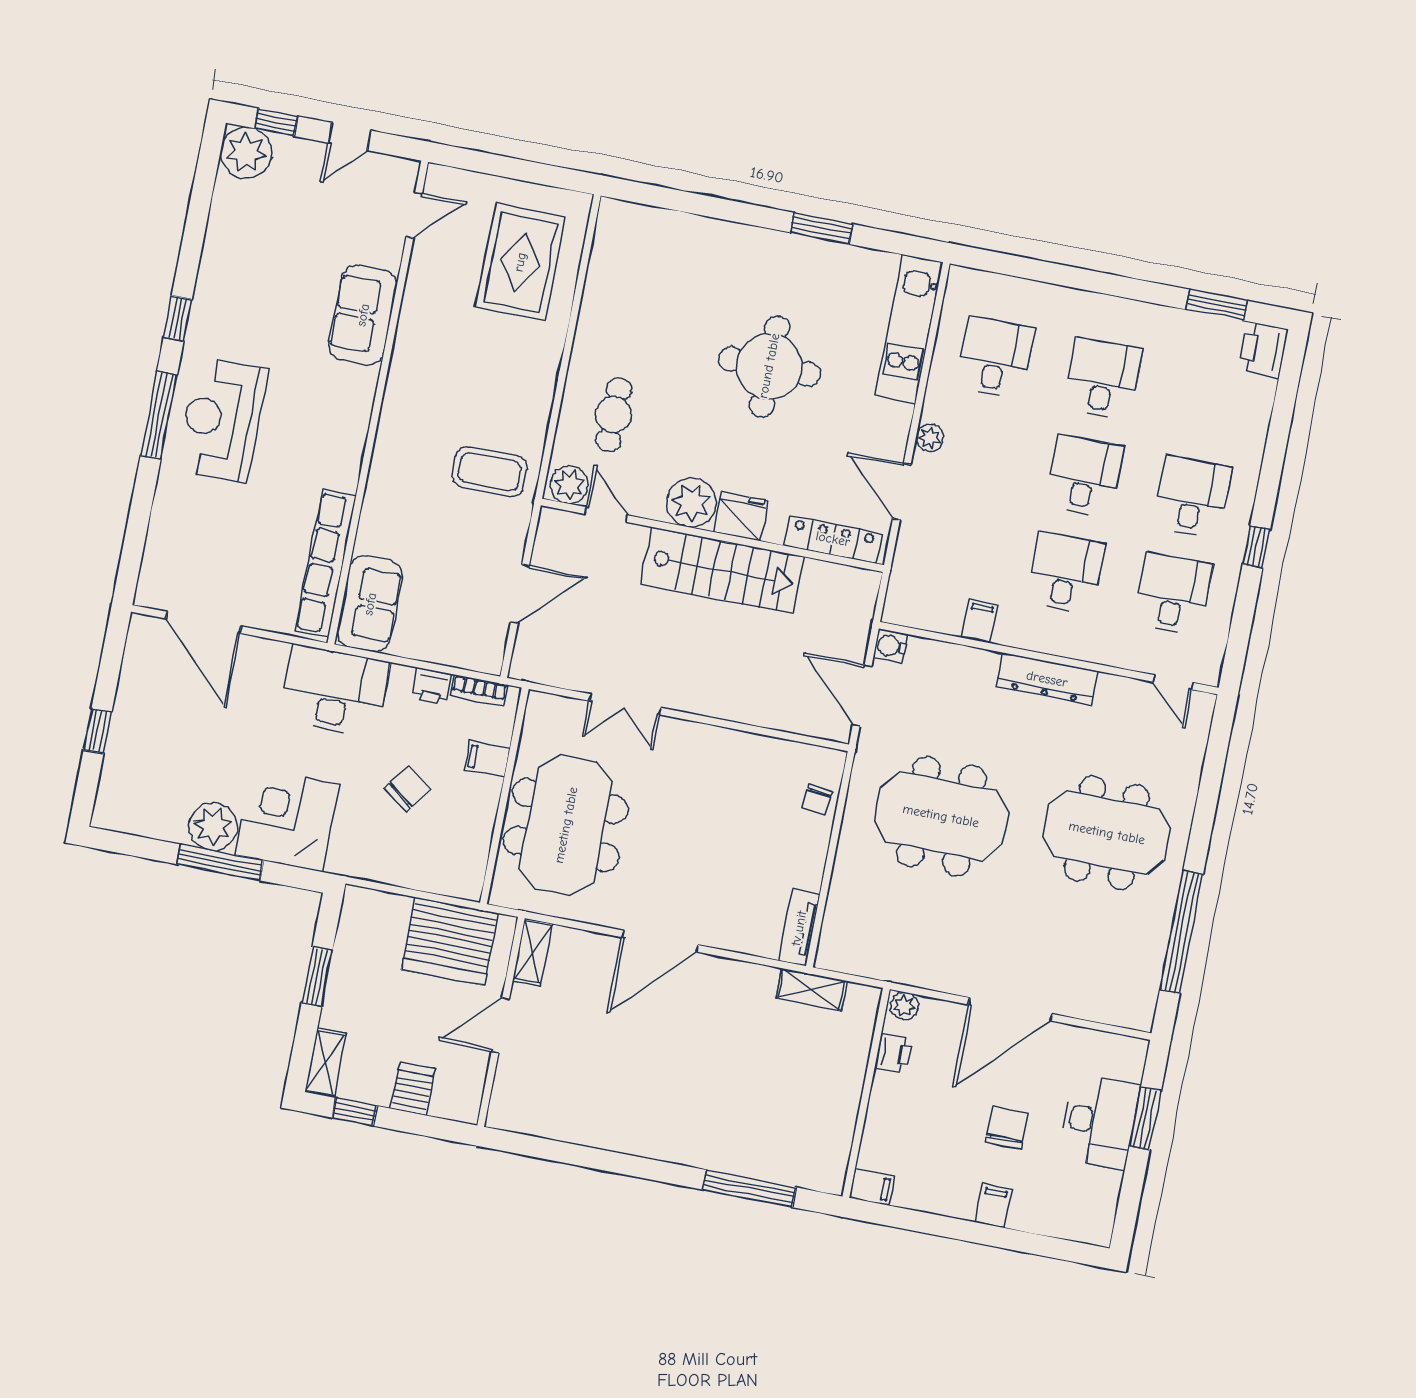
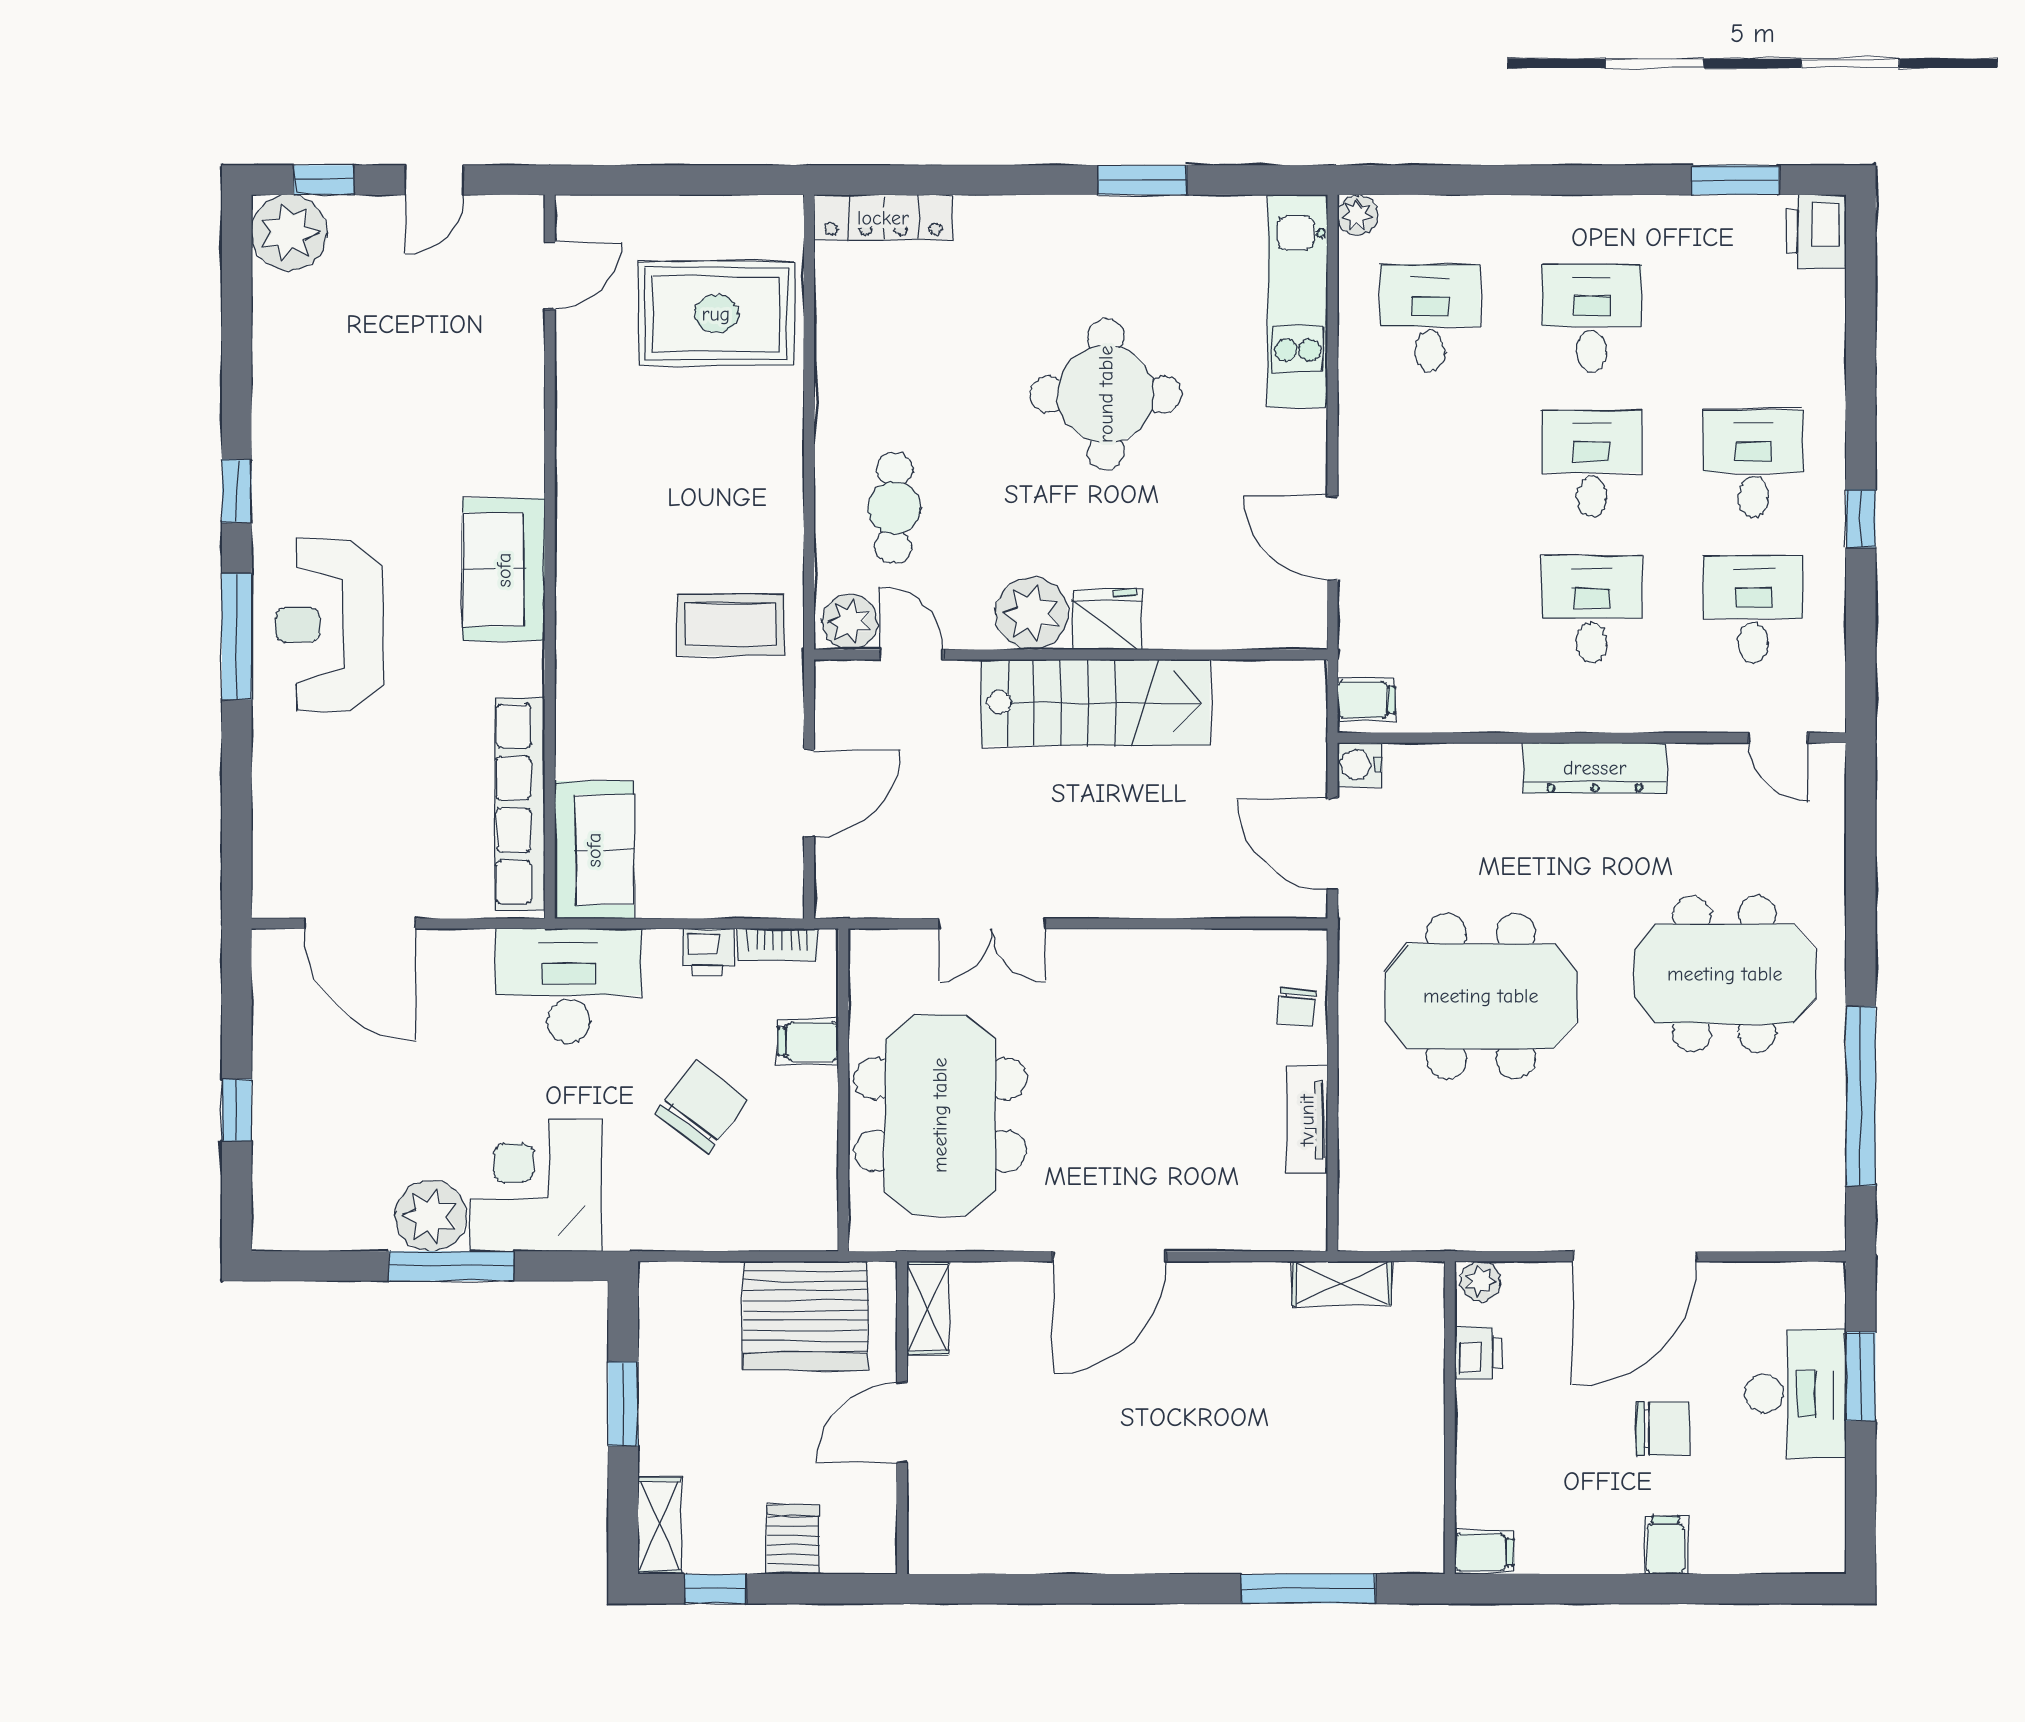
rug: (520, 262) -> (716, 314), turned 90
sofa: (363, 315) -> (504, 570), moved
plant: (930, 438) -> (1358, 215), moved
locker: (833, 539) -> (883, 218), moved, turned 180
filing cabinet: (980, 621) -> (1366, 700), moved, turned 90
chair: (408, 789) -> (702, 1107), width x1.37, depth x1.37
tv unit: (799, 928) -> (1307, 1120), moved
chair: (1007, 1128) -> (1663, 1429), turned 90

